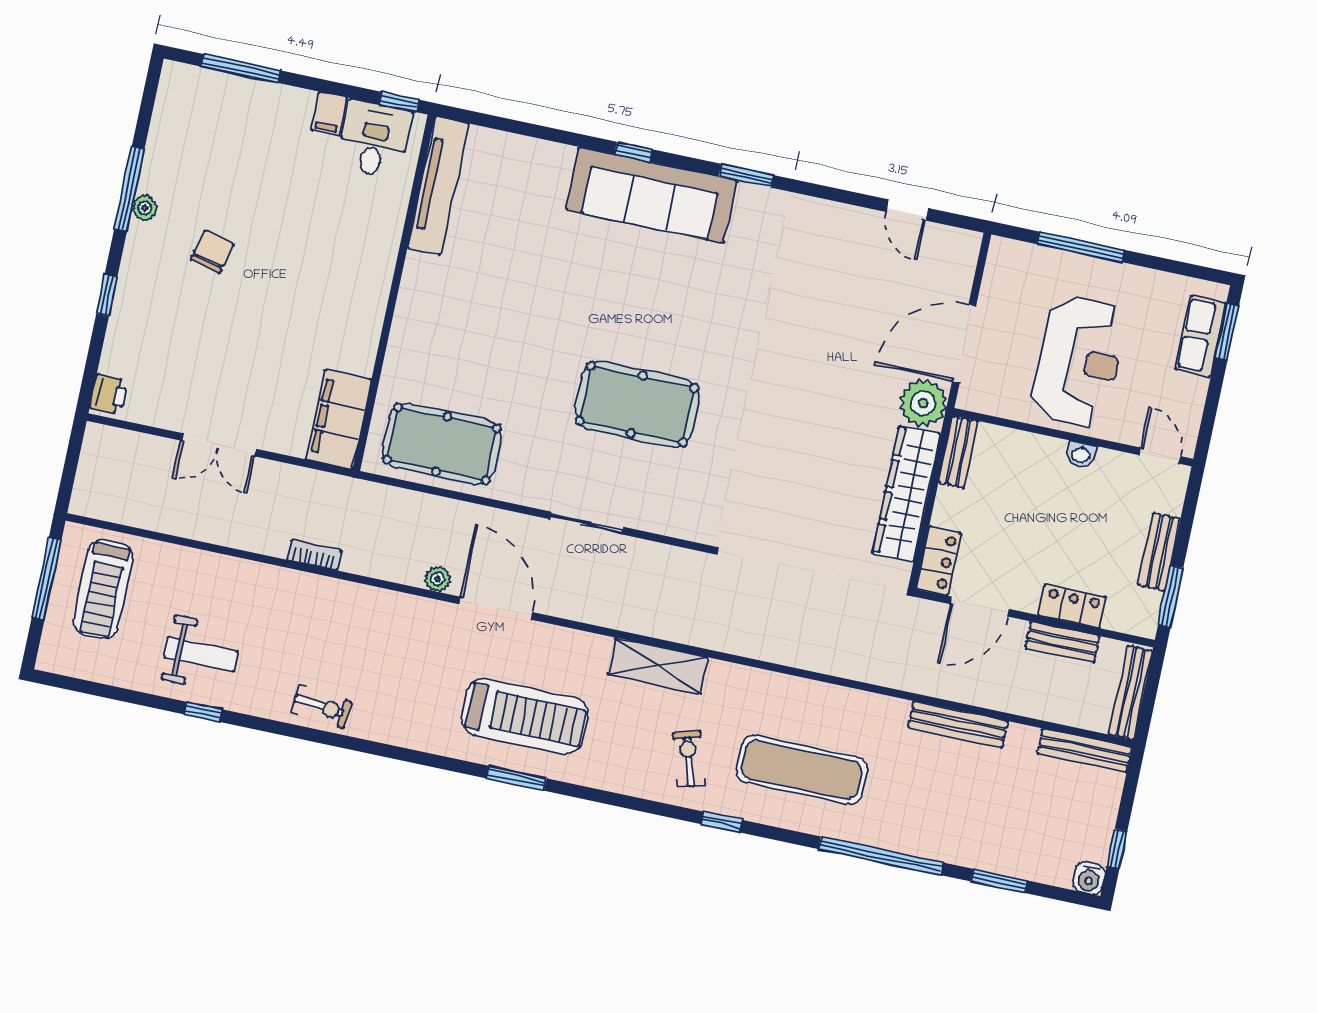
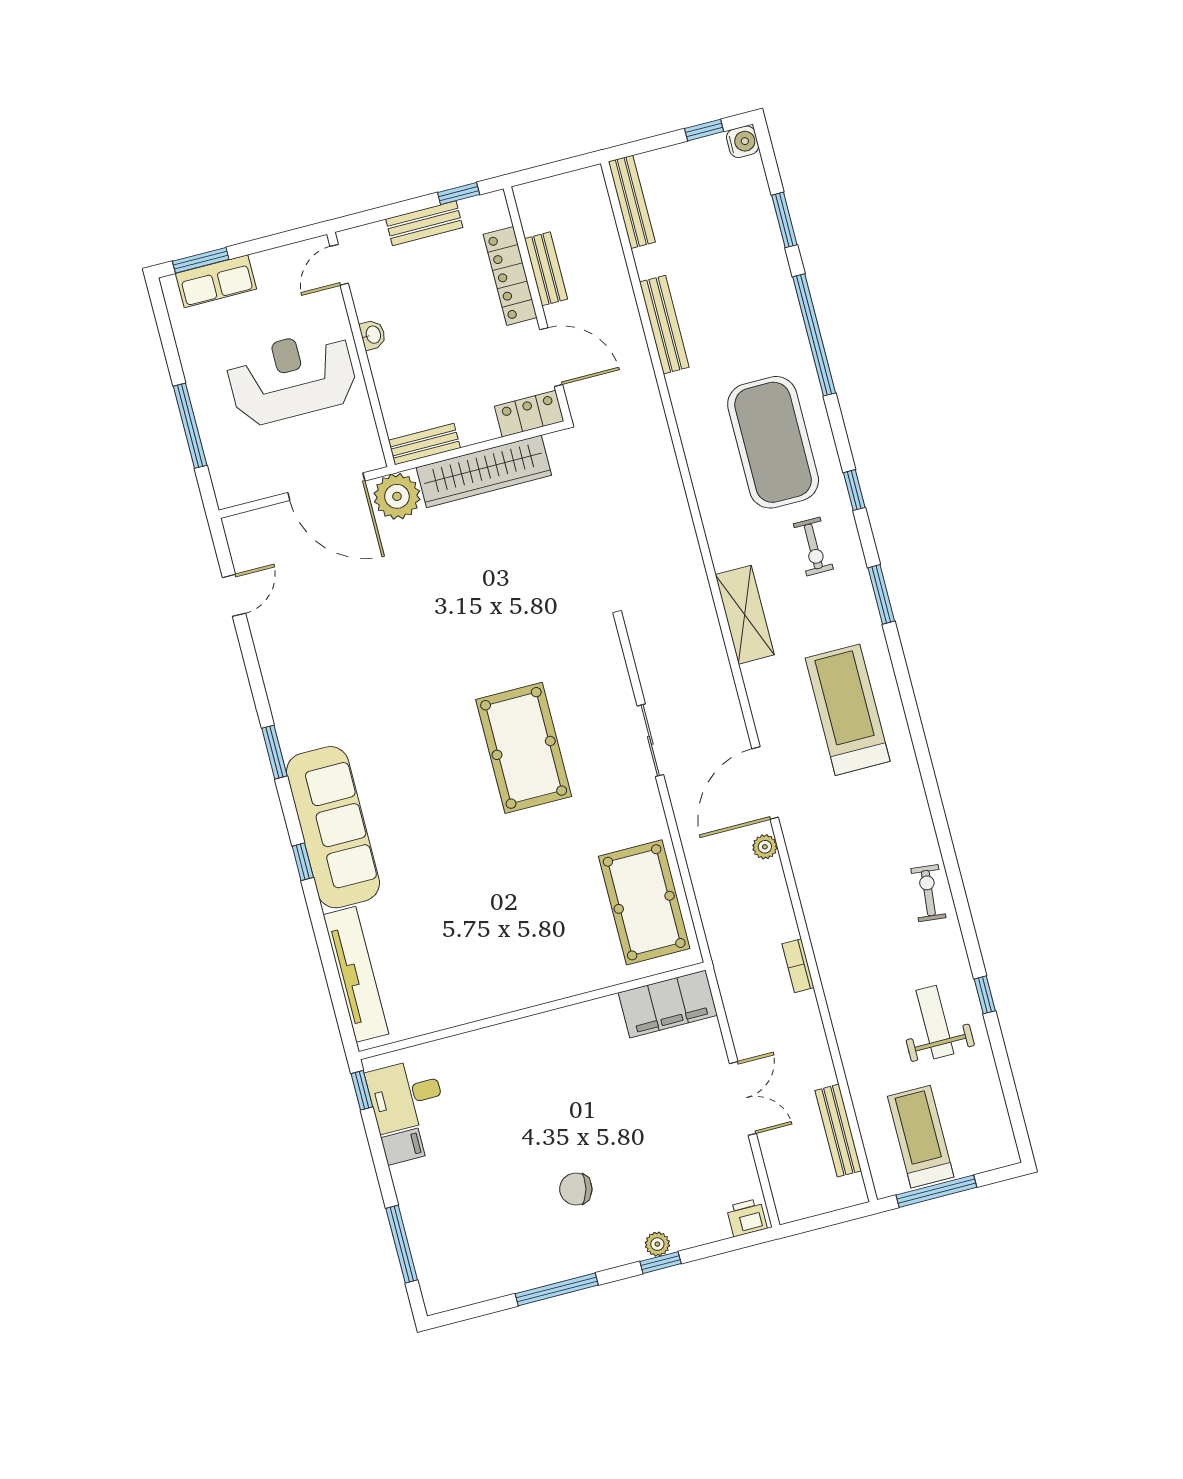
tv unit: (438, 185) -> (356, 974), moved, turned 90
plant: (145, 208) -> (657, 1244), moved
treadmill: (103, 589) -> (921, 1137), turned -90
window: (1171, 597) -> (459, 194), width x0.67
locker: (1072, 606) -> (510, 276), width x1.53
bench: (1131, 693) -> (838, 1131), moved, turned 90
exercise bike: (689, 759) -> (813, 546), turned -73
exercise mat: (802, 770) -> (773, 442), width x1.47
window: (516, 778) -> (881, 594), moved

